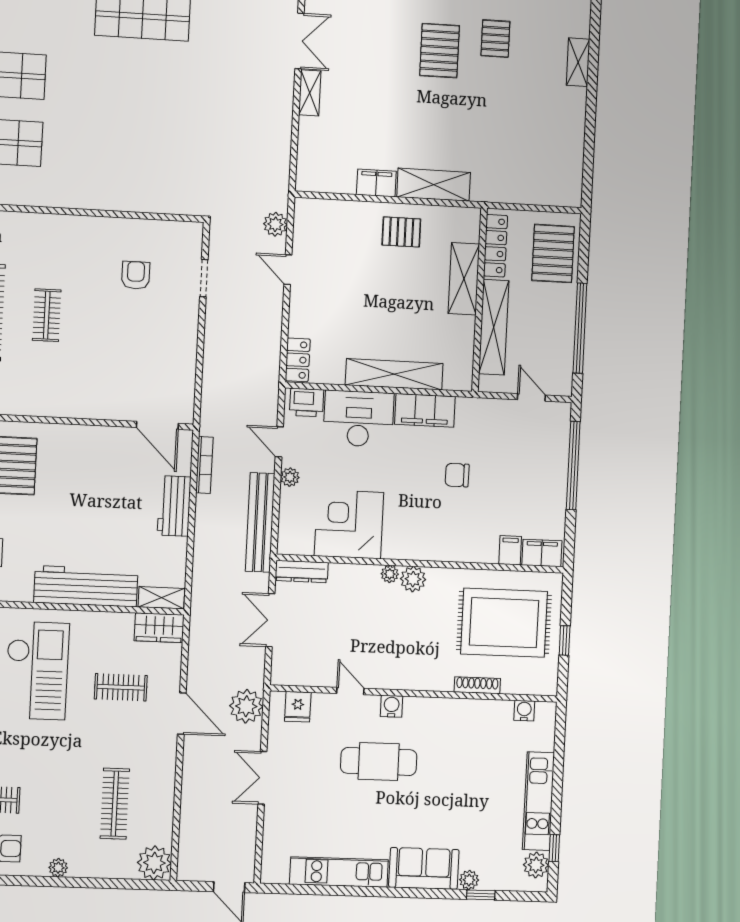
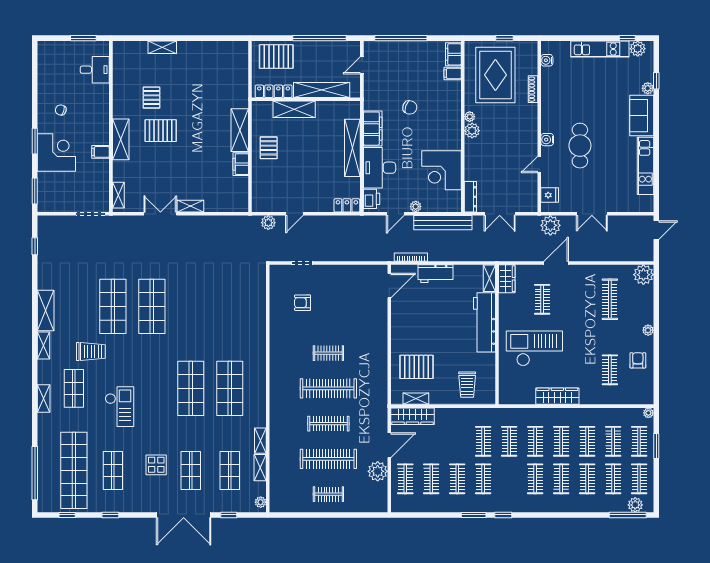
pallet: (495, 39) -> (151, 98), turned 90
chair: (457, 475) -> (410, 107), turned -69
plant: (390, 574) -> (470, 117), moved
clothes rail: (115, 804) -> (610, 299), turned 90

